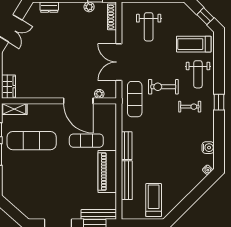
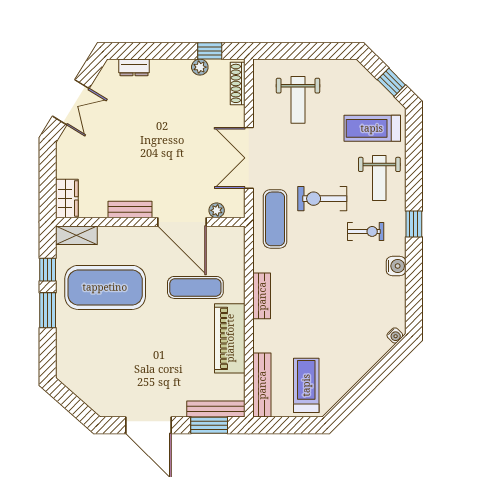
bench: (47, 93) -> (130, 210), added
exercise mat: (32, 141) -> (105, 287), width x1.47
water cooler: (208, 148) -> (396, 266), moved
bench: (127, 180) -> (262, 385), moved

